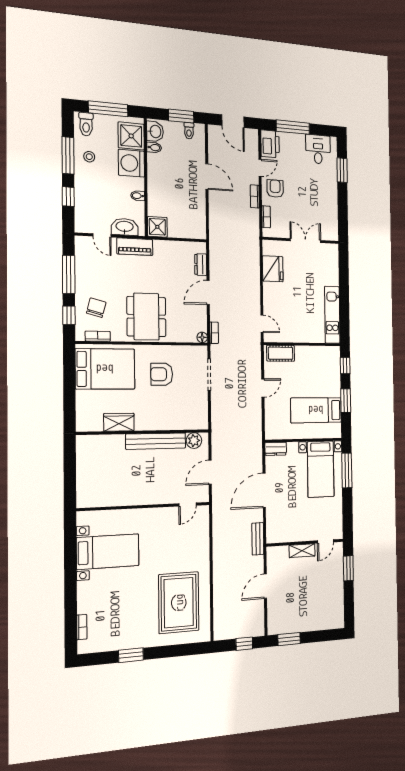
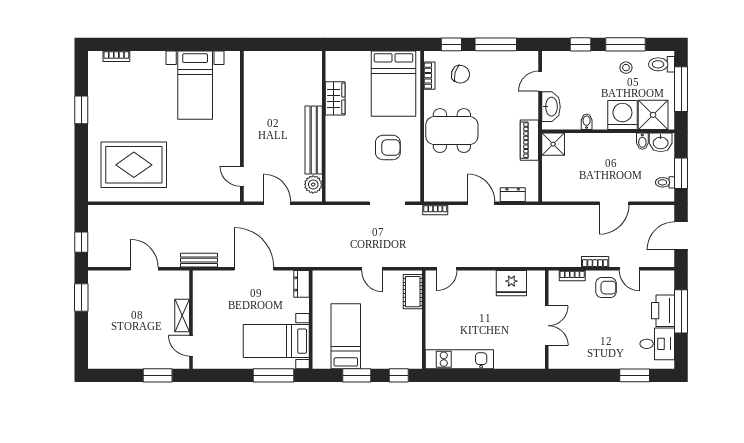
printer: (270, 144) -> (663, 311), moved, turned 90
piano: (135, 247) -> (529, 140), moved
floor lamp: (202, 337) -> (430, 196), removed
armchair: (162, 374) -> (388, 147), turned 90

